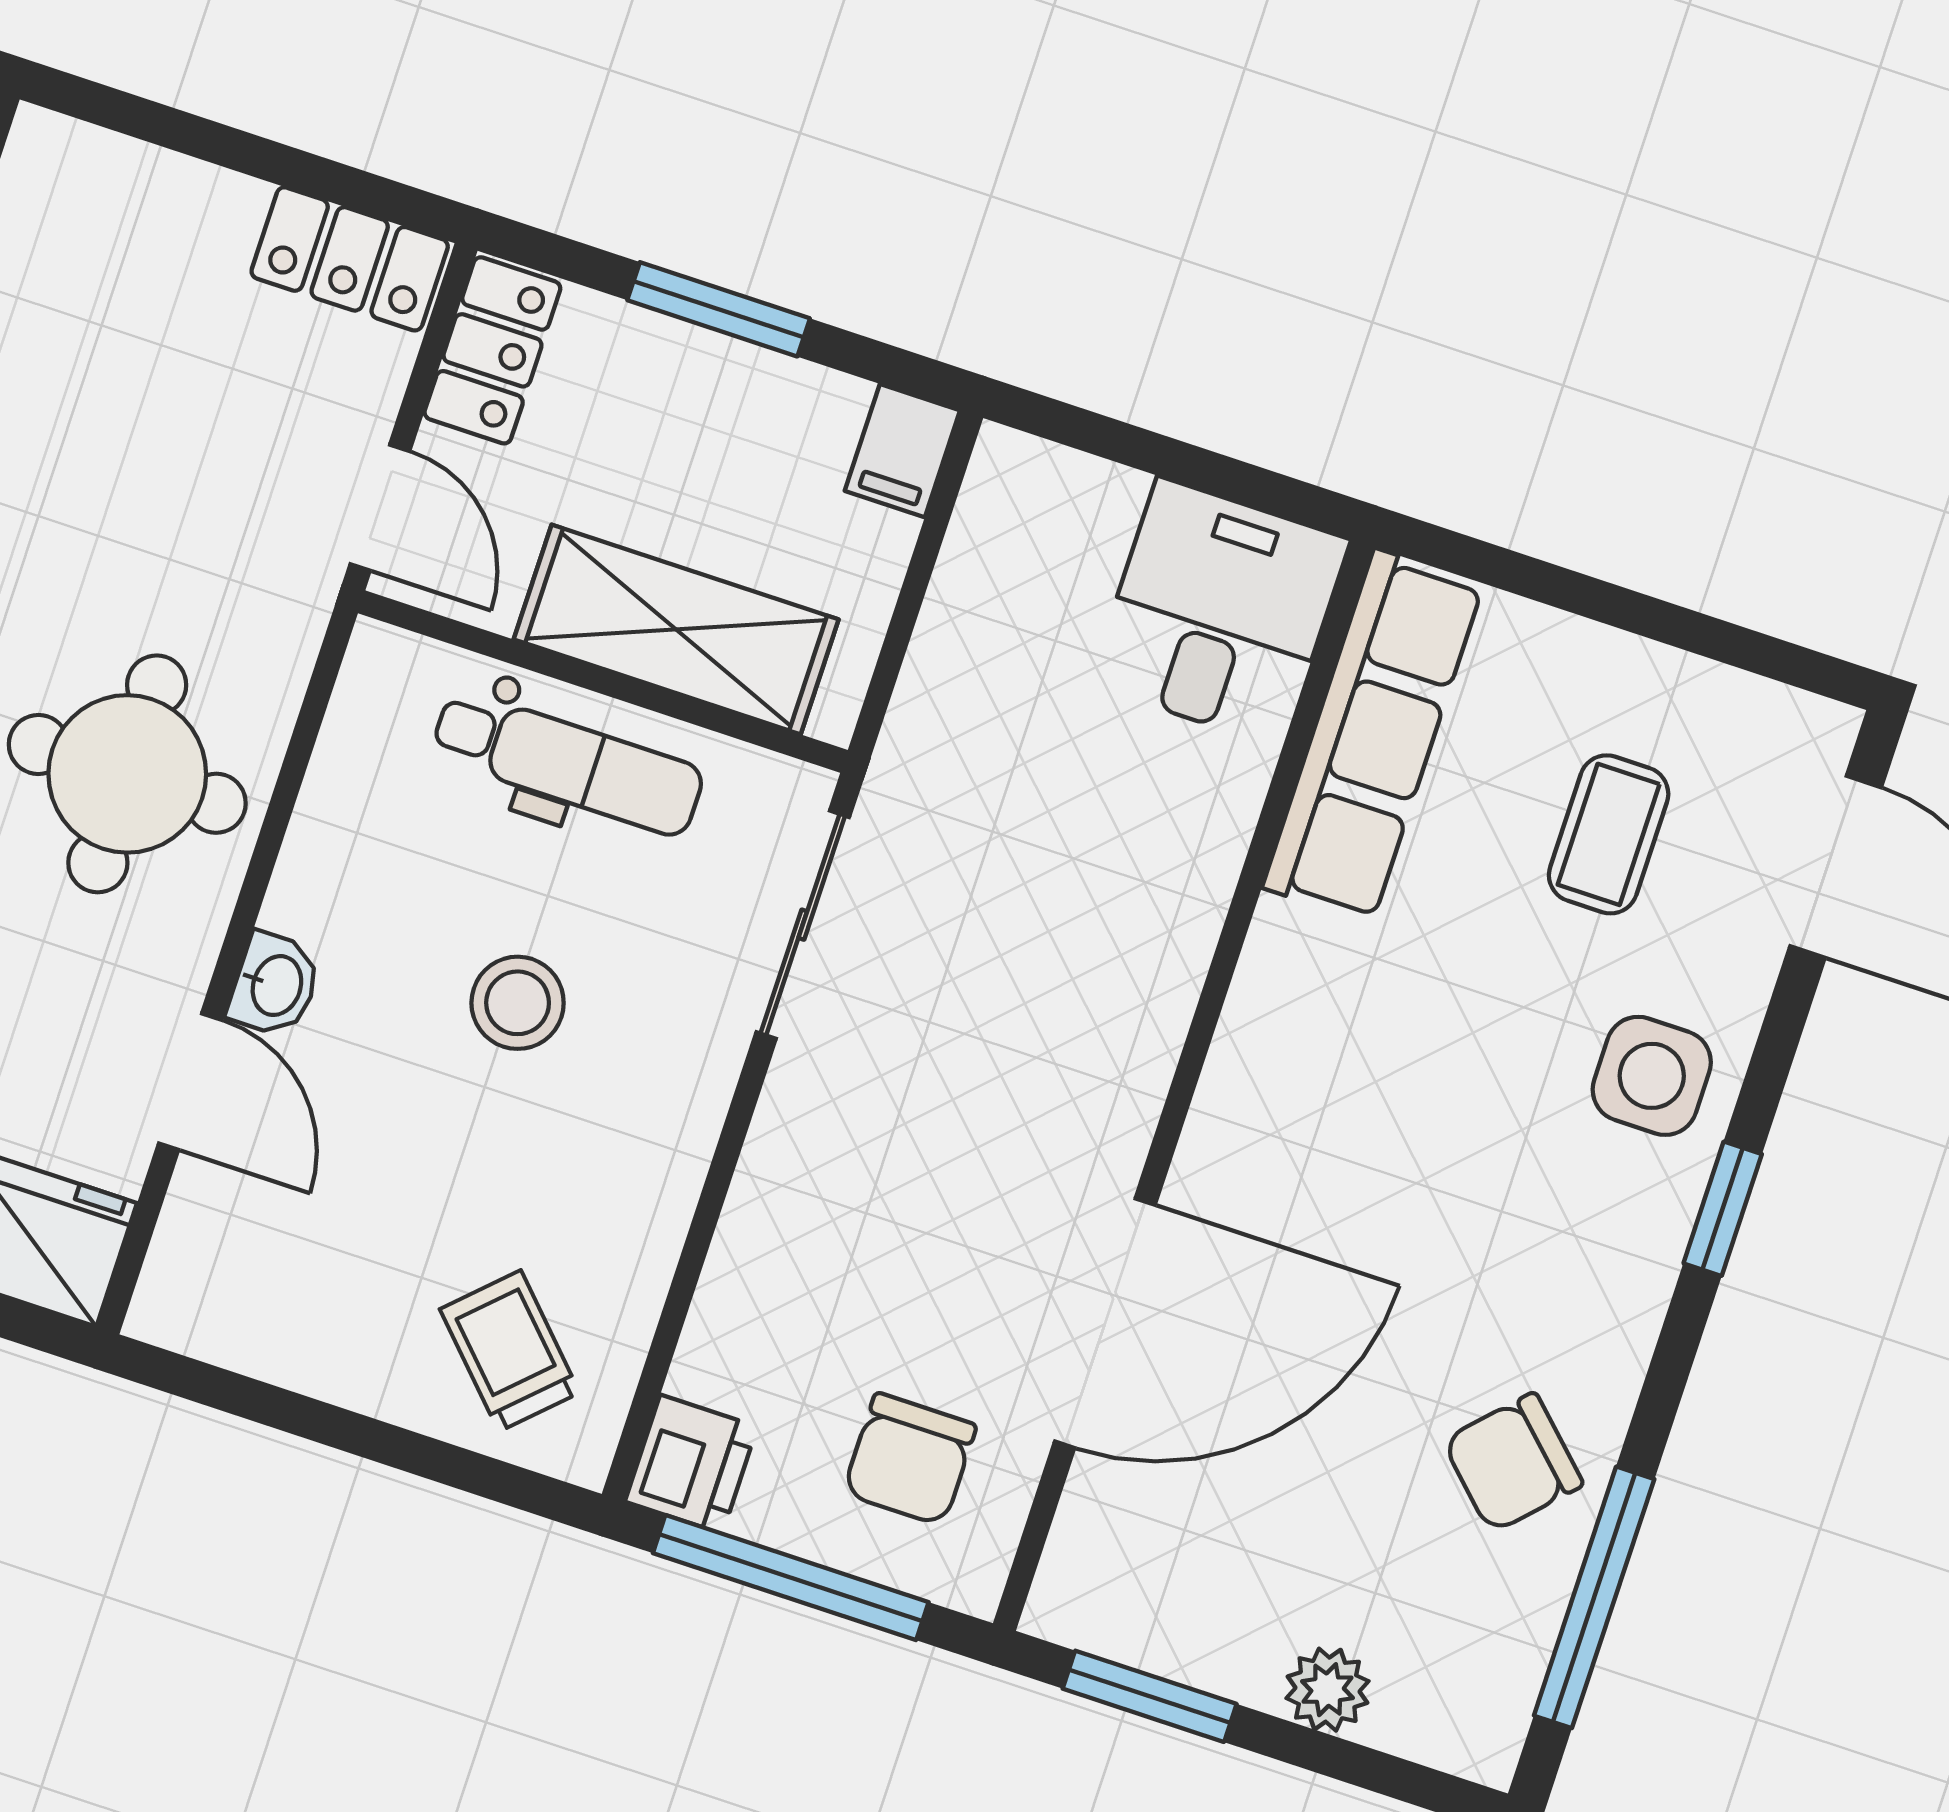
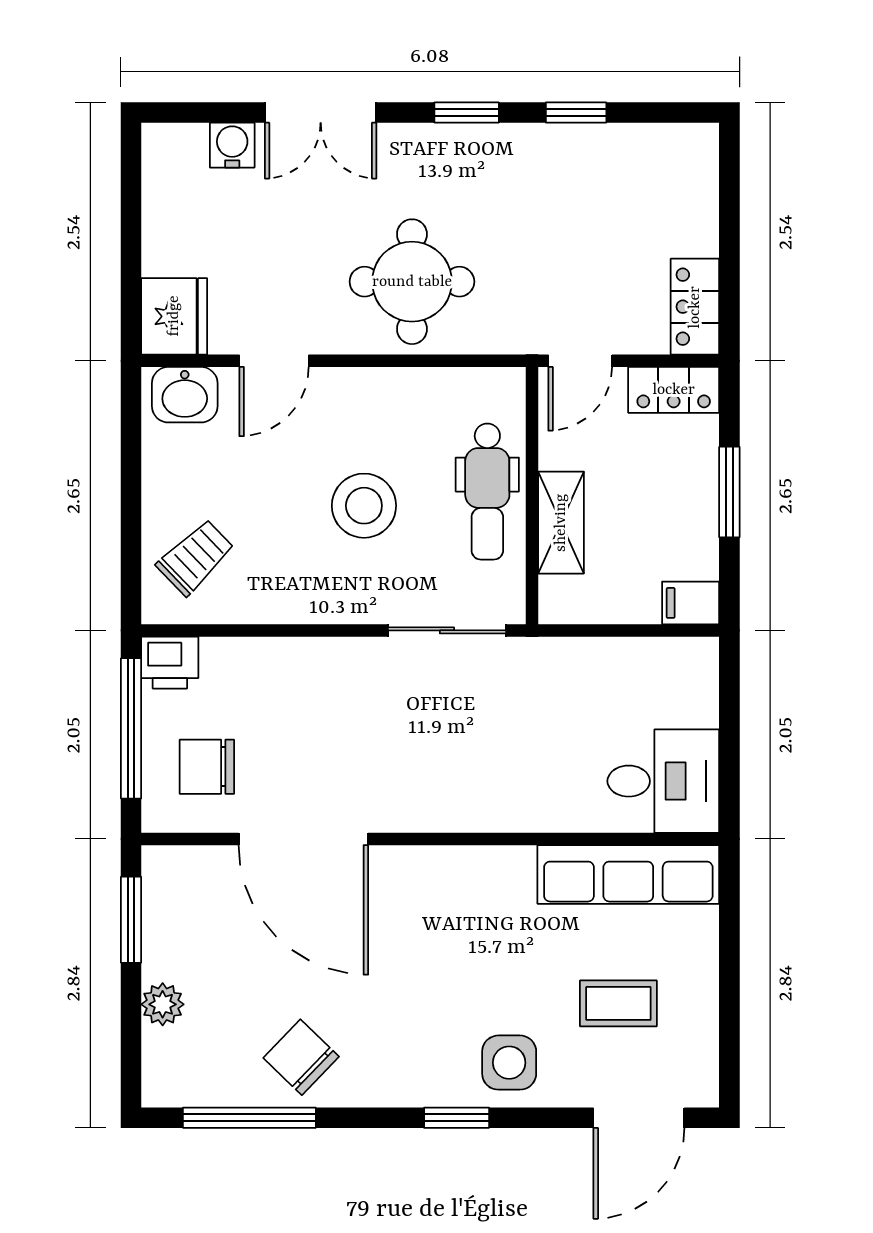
shelving: (676, 629) -> (561, 523), width x0.67, depth x0.75
washbasin: (275, 985) -> (185, 395), moved, width x1.38, depth x1.45
stool: (518, 1003) -> (364, 506), width x1.38, depth x1.38

